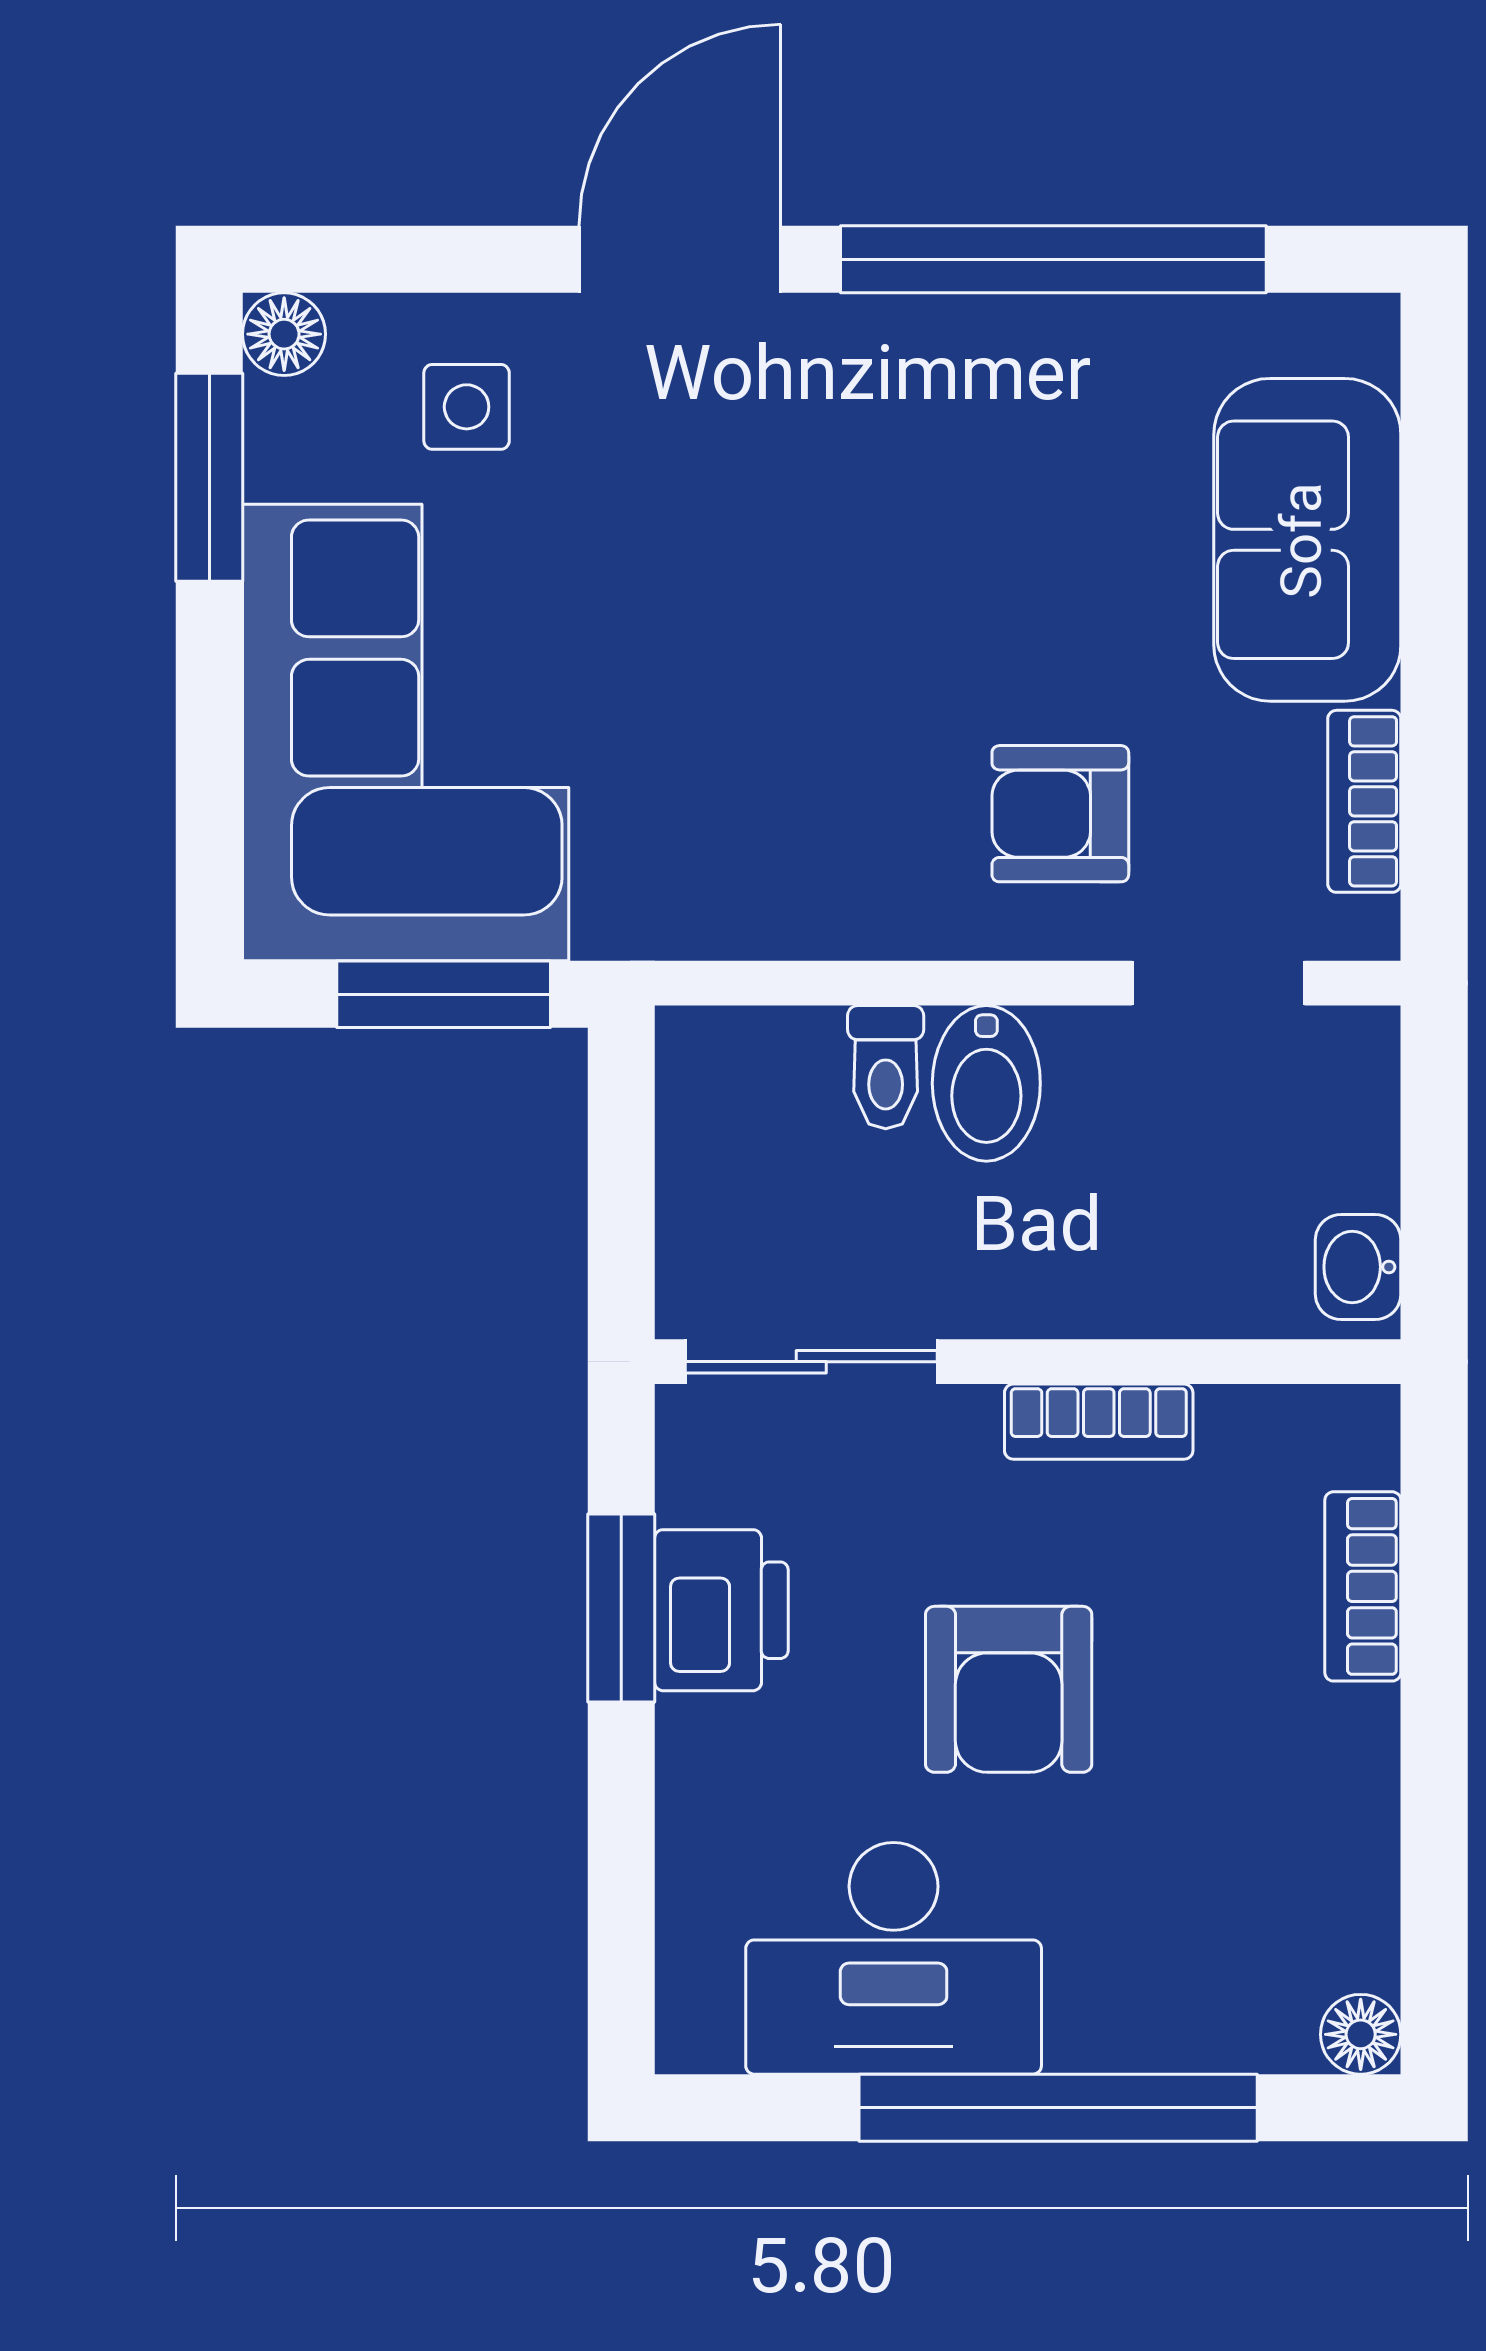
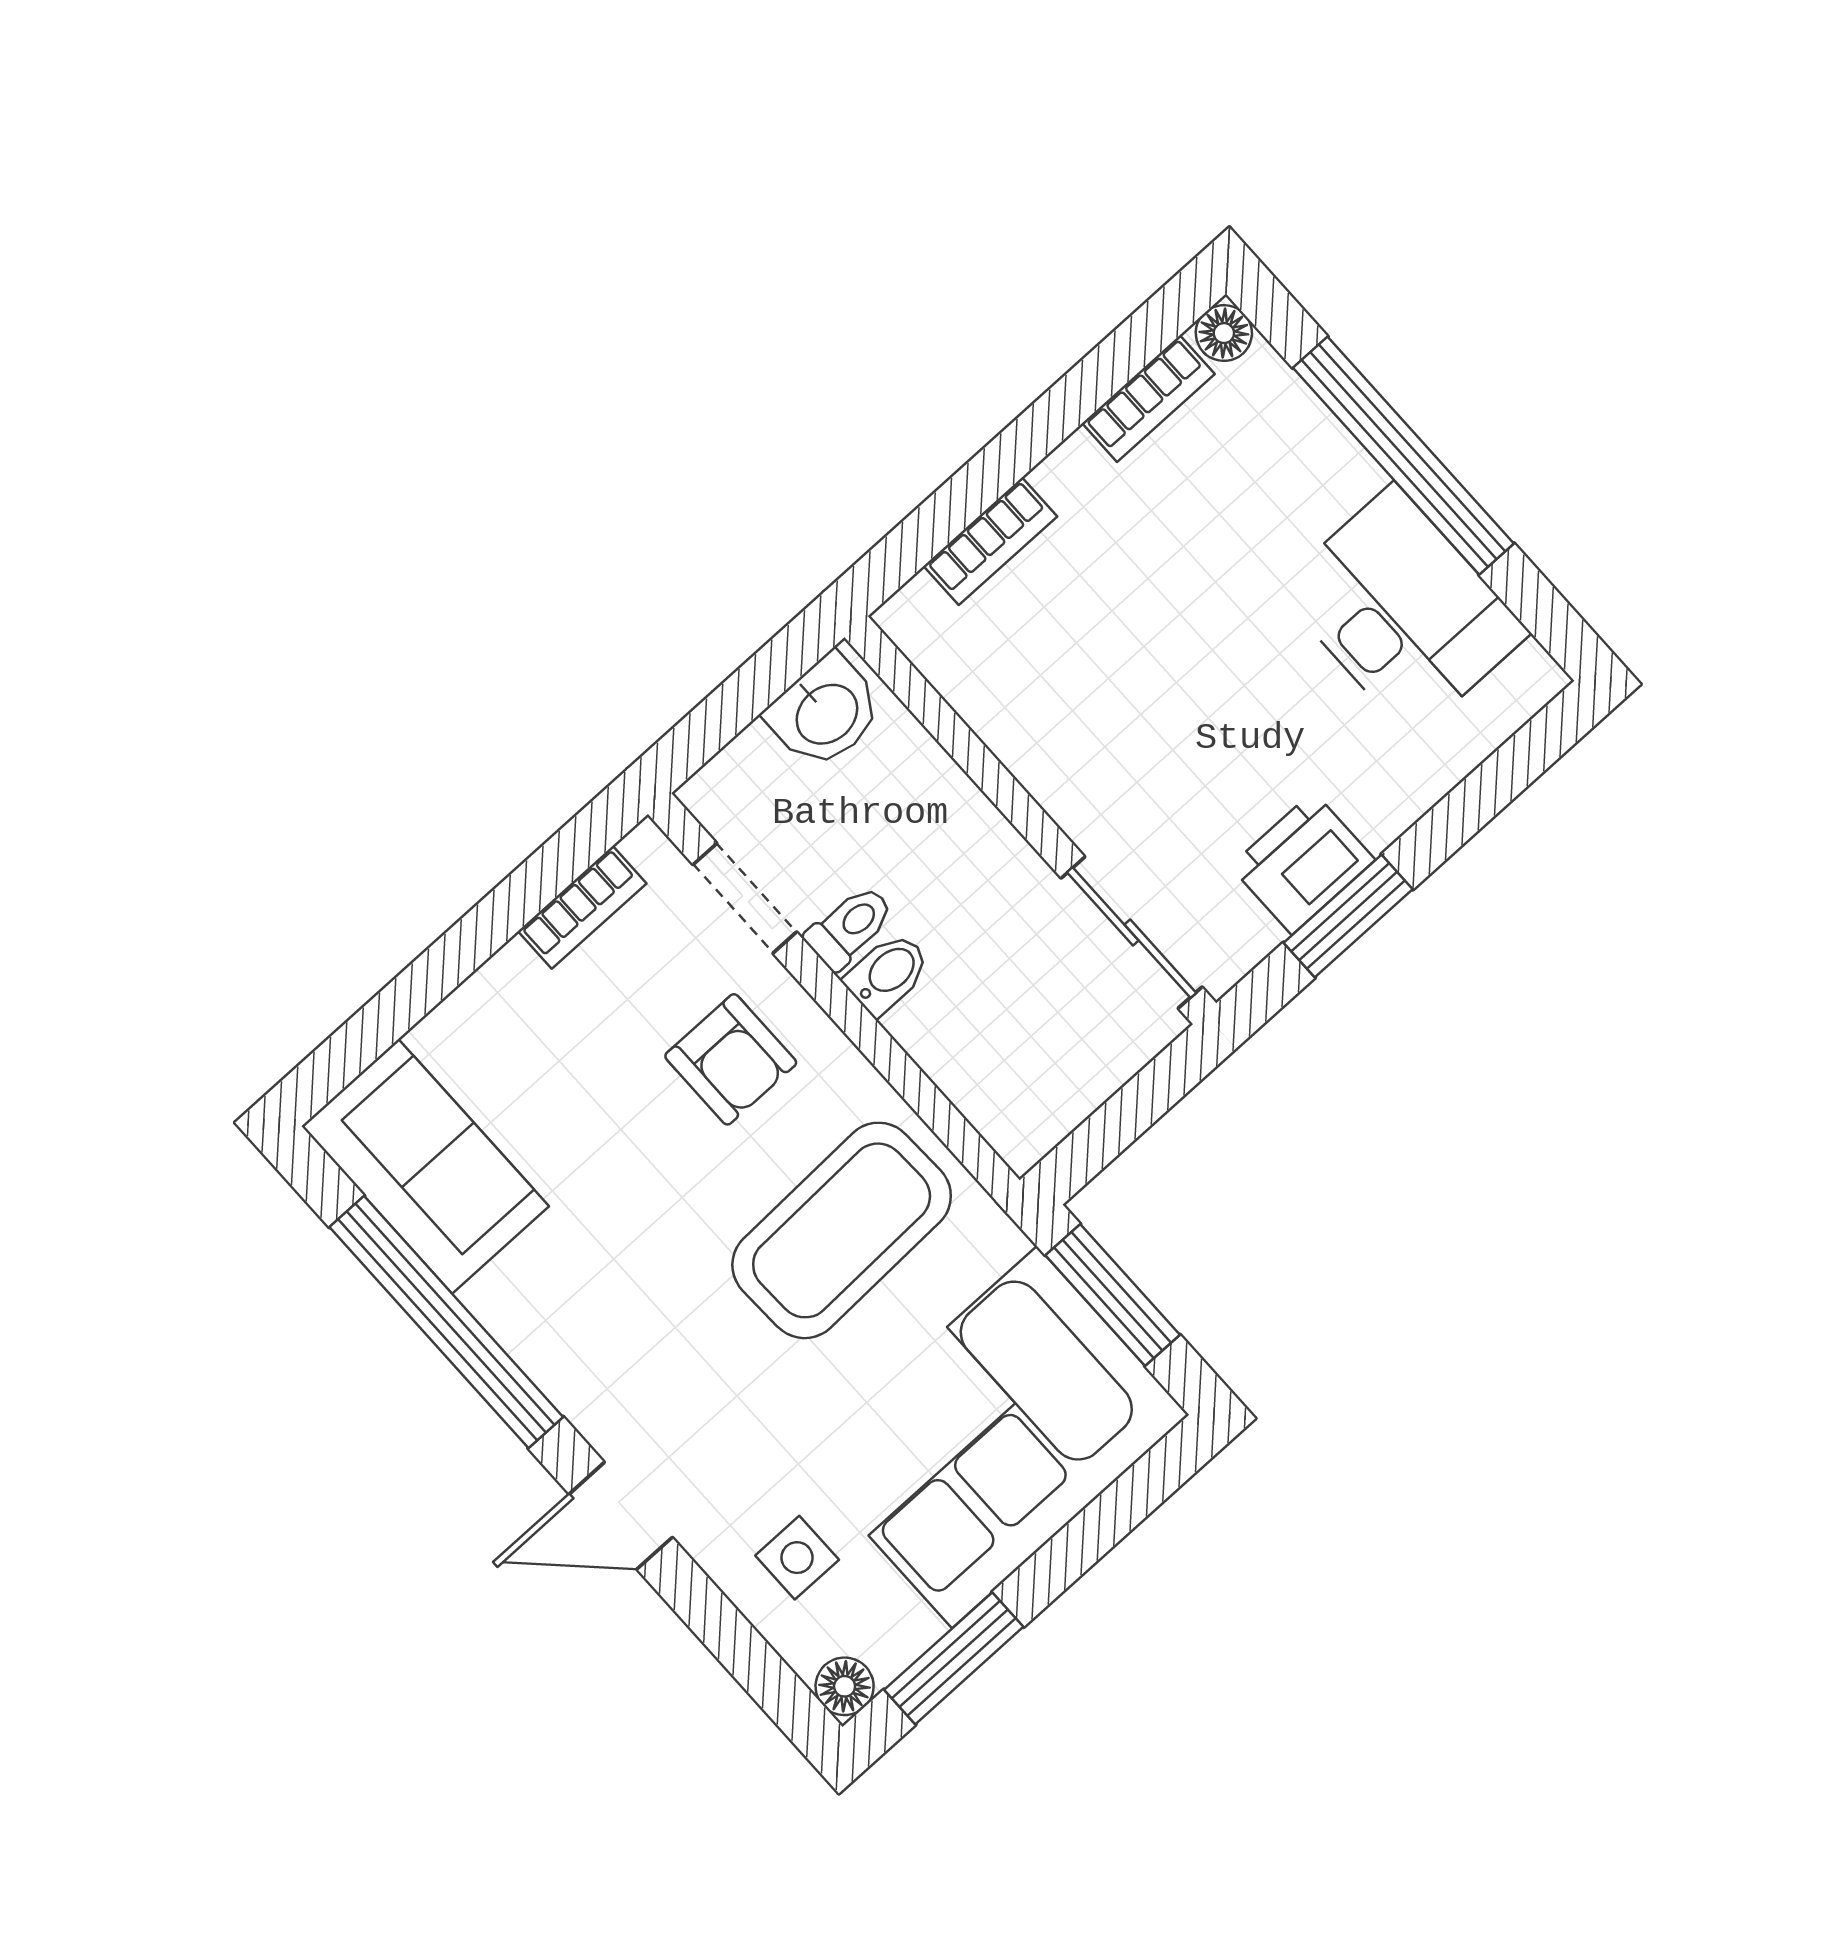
door: (680, 259) -> (621, 1516), width x0.73
sofa: (1307, 540) -> (425, 1166), moved, turned -90
coffee table: (772, 768) -> (842, 1230), added
toilet: (886, 1067) -> (850, 927), moved
bidet: (986, 1083) -> (888, 974), width x0.72, depth x0.74
washbasin: (1358, 1267) -> (825, 712), width x1.38, depth x1.45
bookcase: (1099, 1422) -> (1148, 399), moved, turned 90
armchair: (1009, 1689) -> (1209, 677), removed

